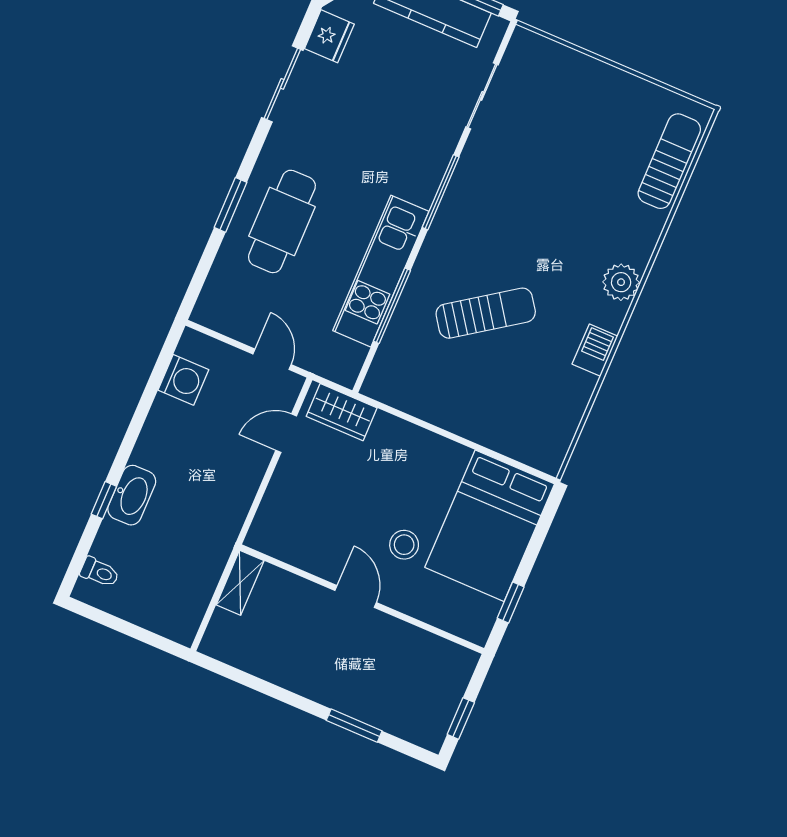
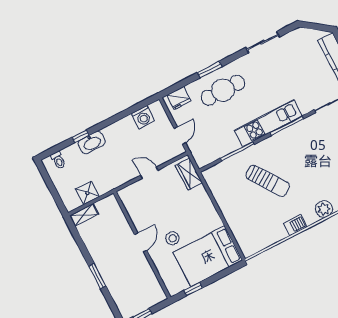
fridge: (329, 36) -> (179, 98), moved
kitchen unit: (381, 271) -> (268, 123), moved
door: (286, 433) -> (149, 173), moved
shelving: (240, 583) -> (84, 215), moved
shower: (195, 587) -> (87, 193), added
window: (354, 726) -> (97, 276), moved

